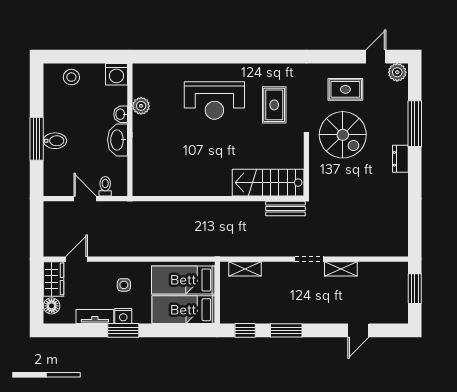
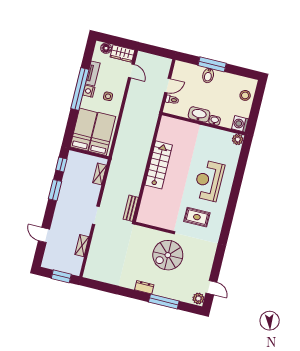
rug: (345, 89) -> (196, 264), removed
plant: (141, 106) -> (238, 139), moved
stairs: (268, 183) -> (159, 165), moved
shelving: (341, 269) -> (82, 246), moved
window: (123, 330) -> (80, 89), width x2.11

